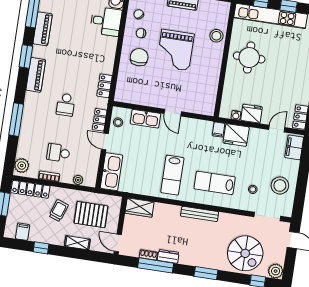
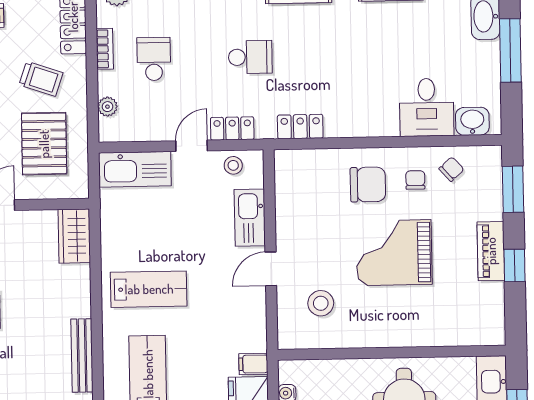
stool: (216, 36) -> (321, 303), moved
school desk: (66, 105) -> (250, 57), turned 180
lab bench: (172, 175) -> (149, 289), turned 180

